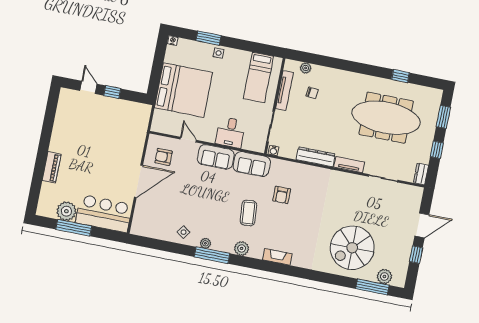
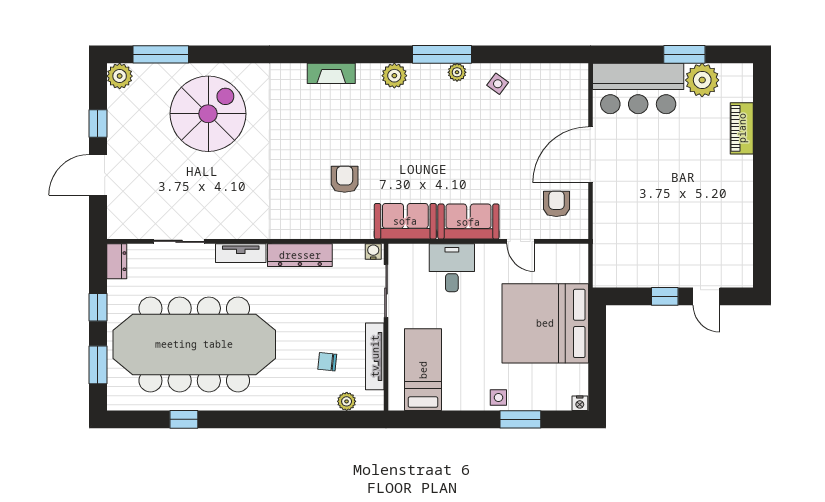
meeting table: (386, 118) -> (194, 344), width x1.36, depth x1.27
armchair: (164, 157) -> (556, 204), turned -90
piano: (52, 167) -> (742, 128), moved
coffee table: (248, 213) -> (395, 138), removed
window: (74, 228) -> (684, 54), width x0.69
plant: (384, 277) -> (120, 76), moved

